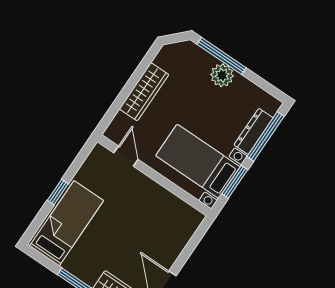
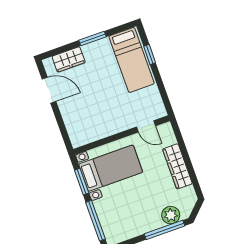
plant: (222, 75) -> (171, 215), moved
dresser: (254, 131) -> (104, 216), removed
window: (58, 192) -> (150, 54), moved

